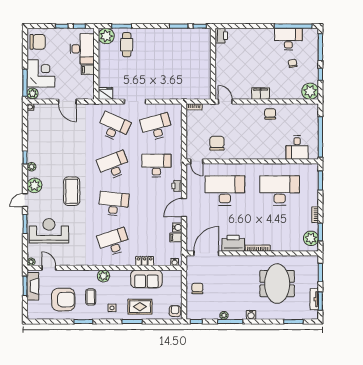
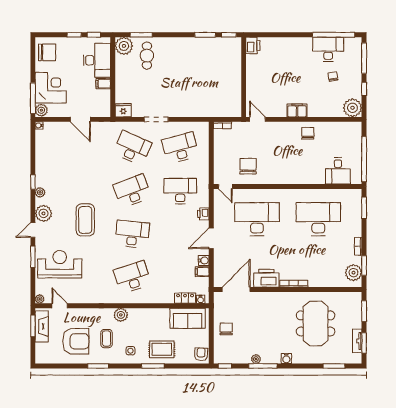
locker: (145, 261) -> (185, 298), moved
sofa: (146, 279) -> (188, 318), moved

